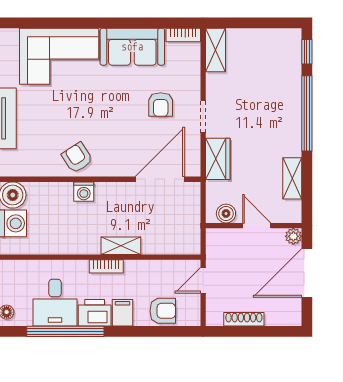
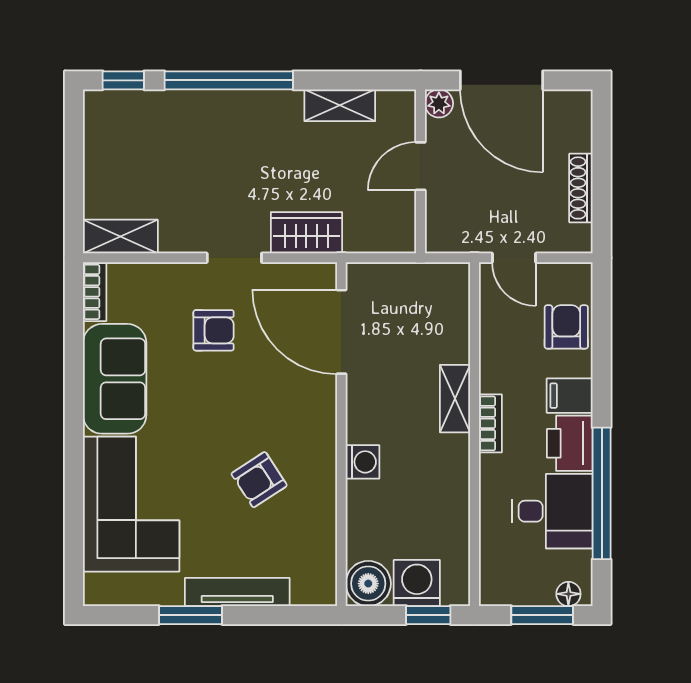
armchair: (77, 158) -> (259, 480), moved
boiler: (226, 214) -> (400, 219), removed

